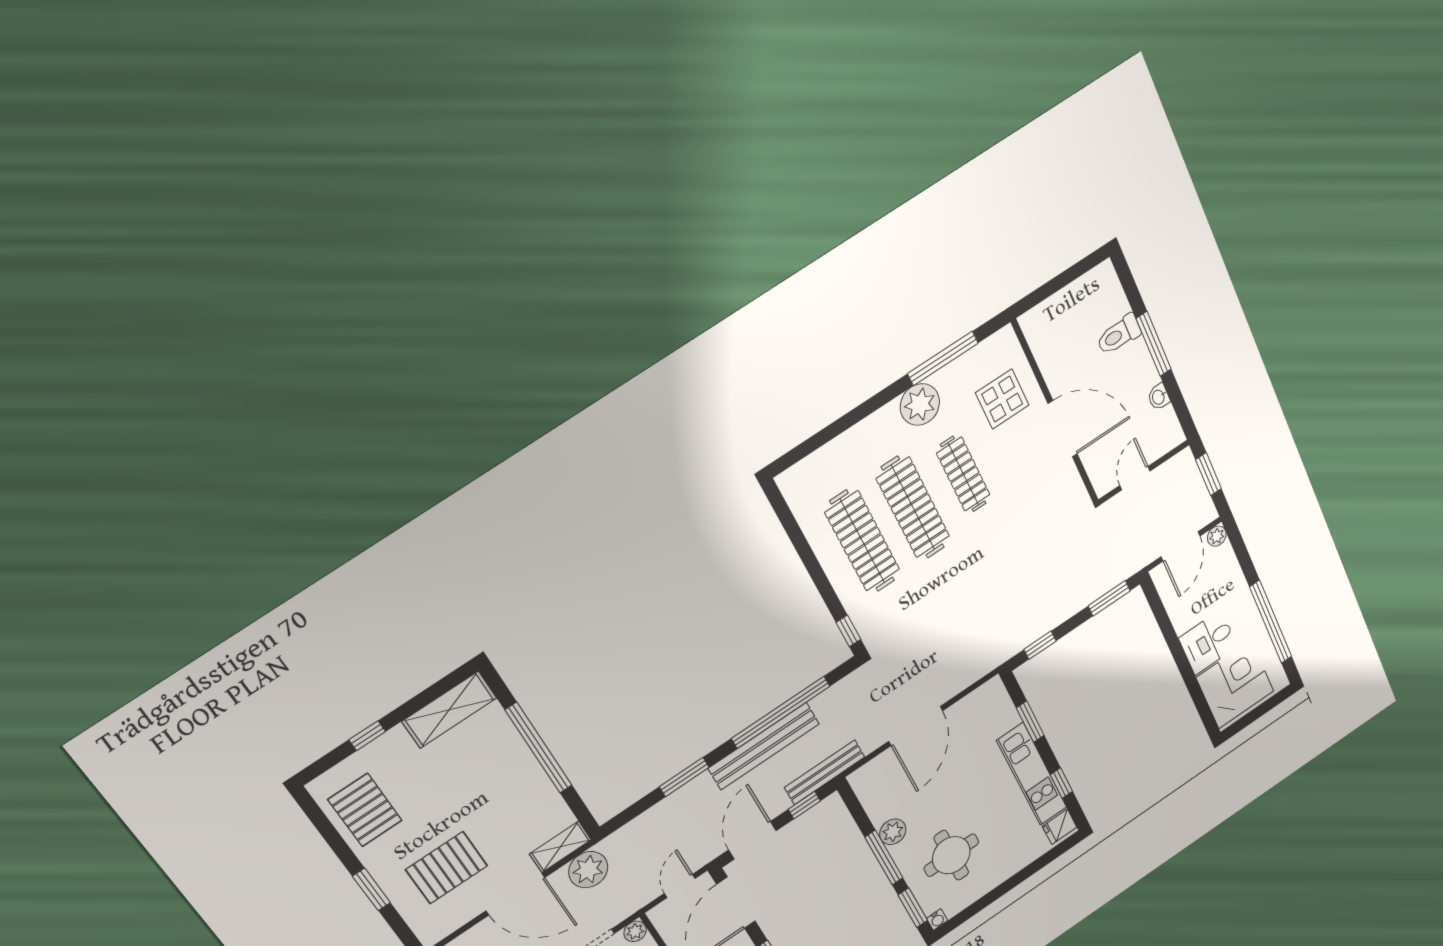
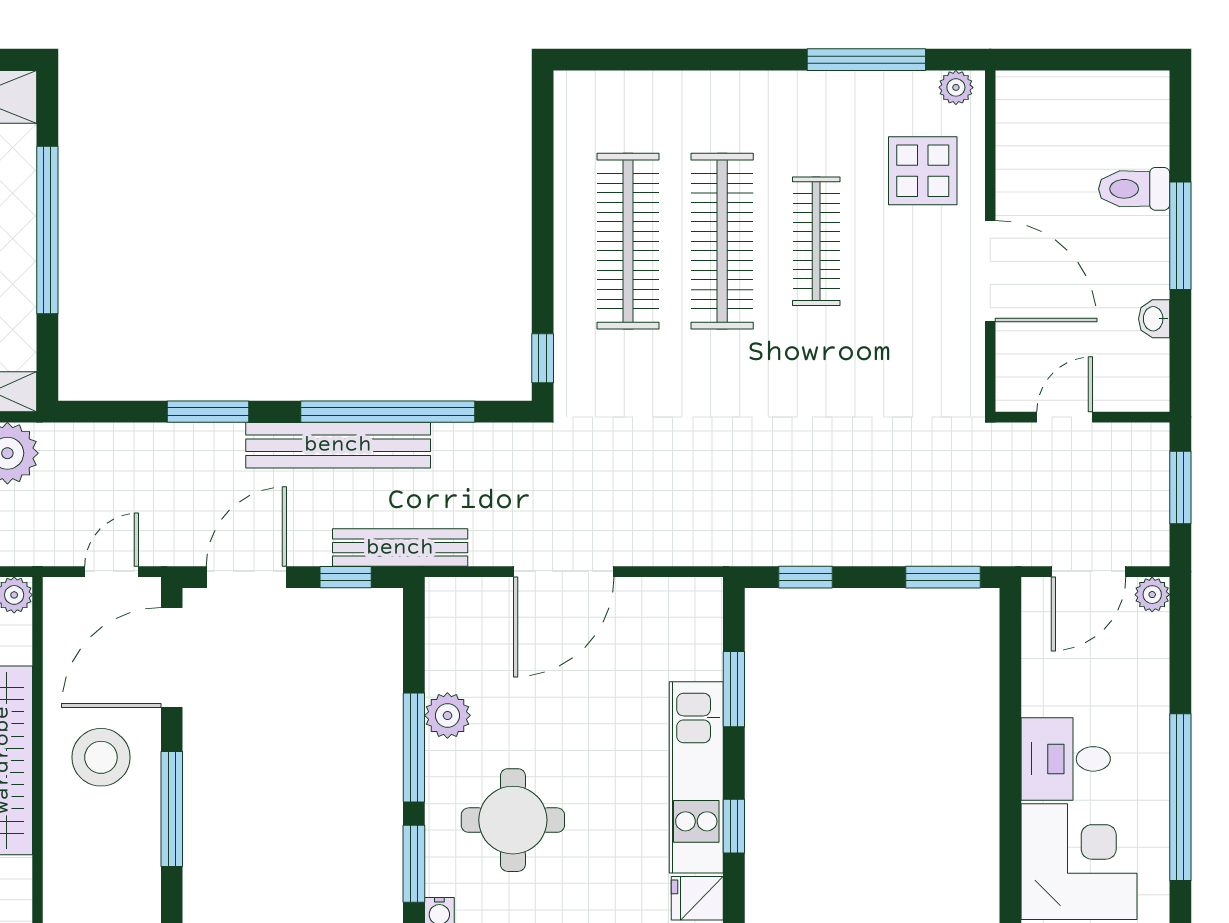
plant: (920, 405) -> (956, 87), moved, width x0.53, depth x0.53

